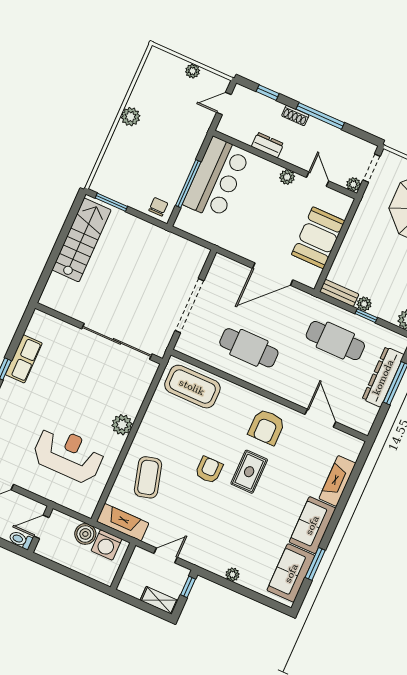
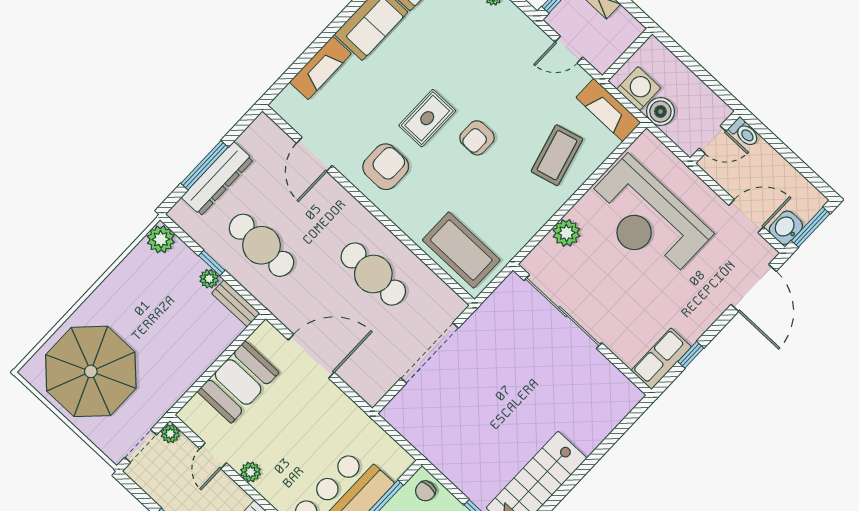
wall: (99, 333) -> (582, 330), moved
sliding door: (117, 341) -> (563, 312), moved
reception desk: (68, 454) -> (647, 219), width x1.36, depth x1.30

